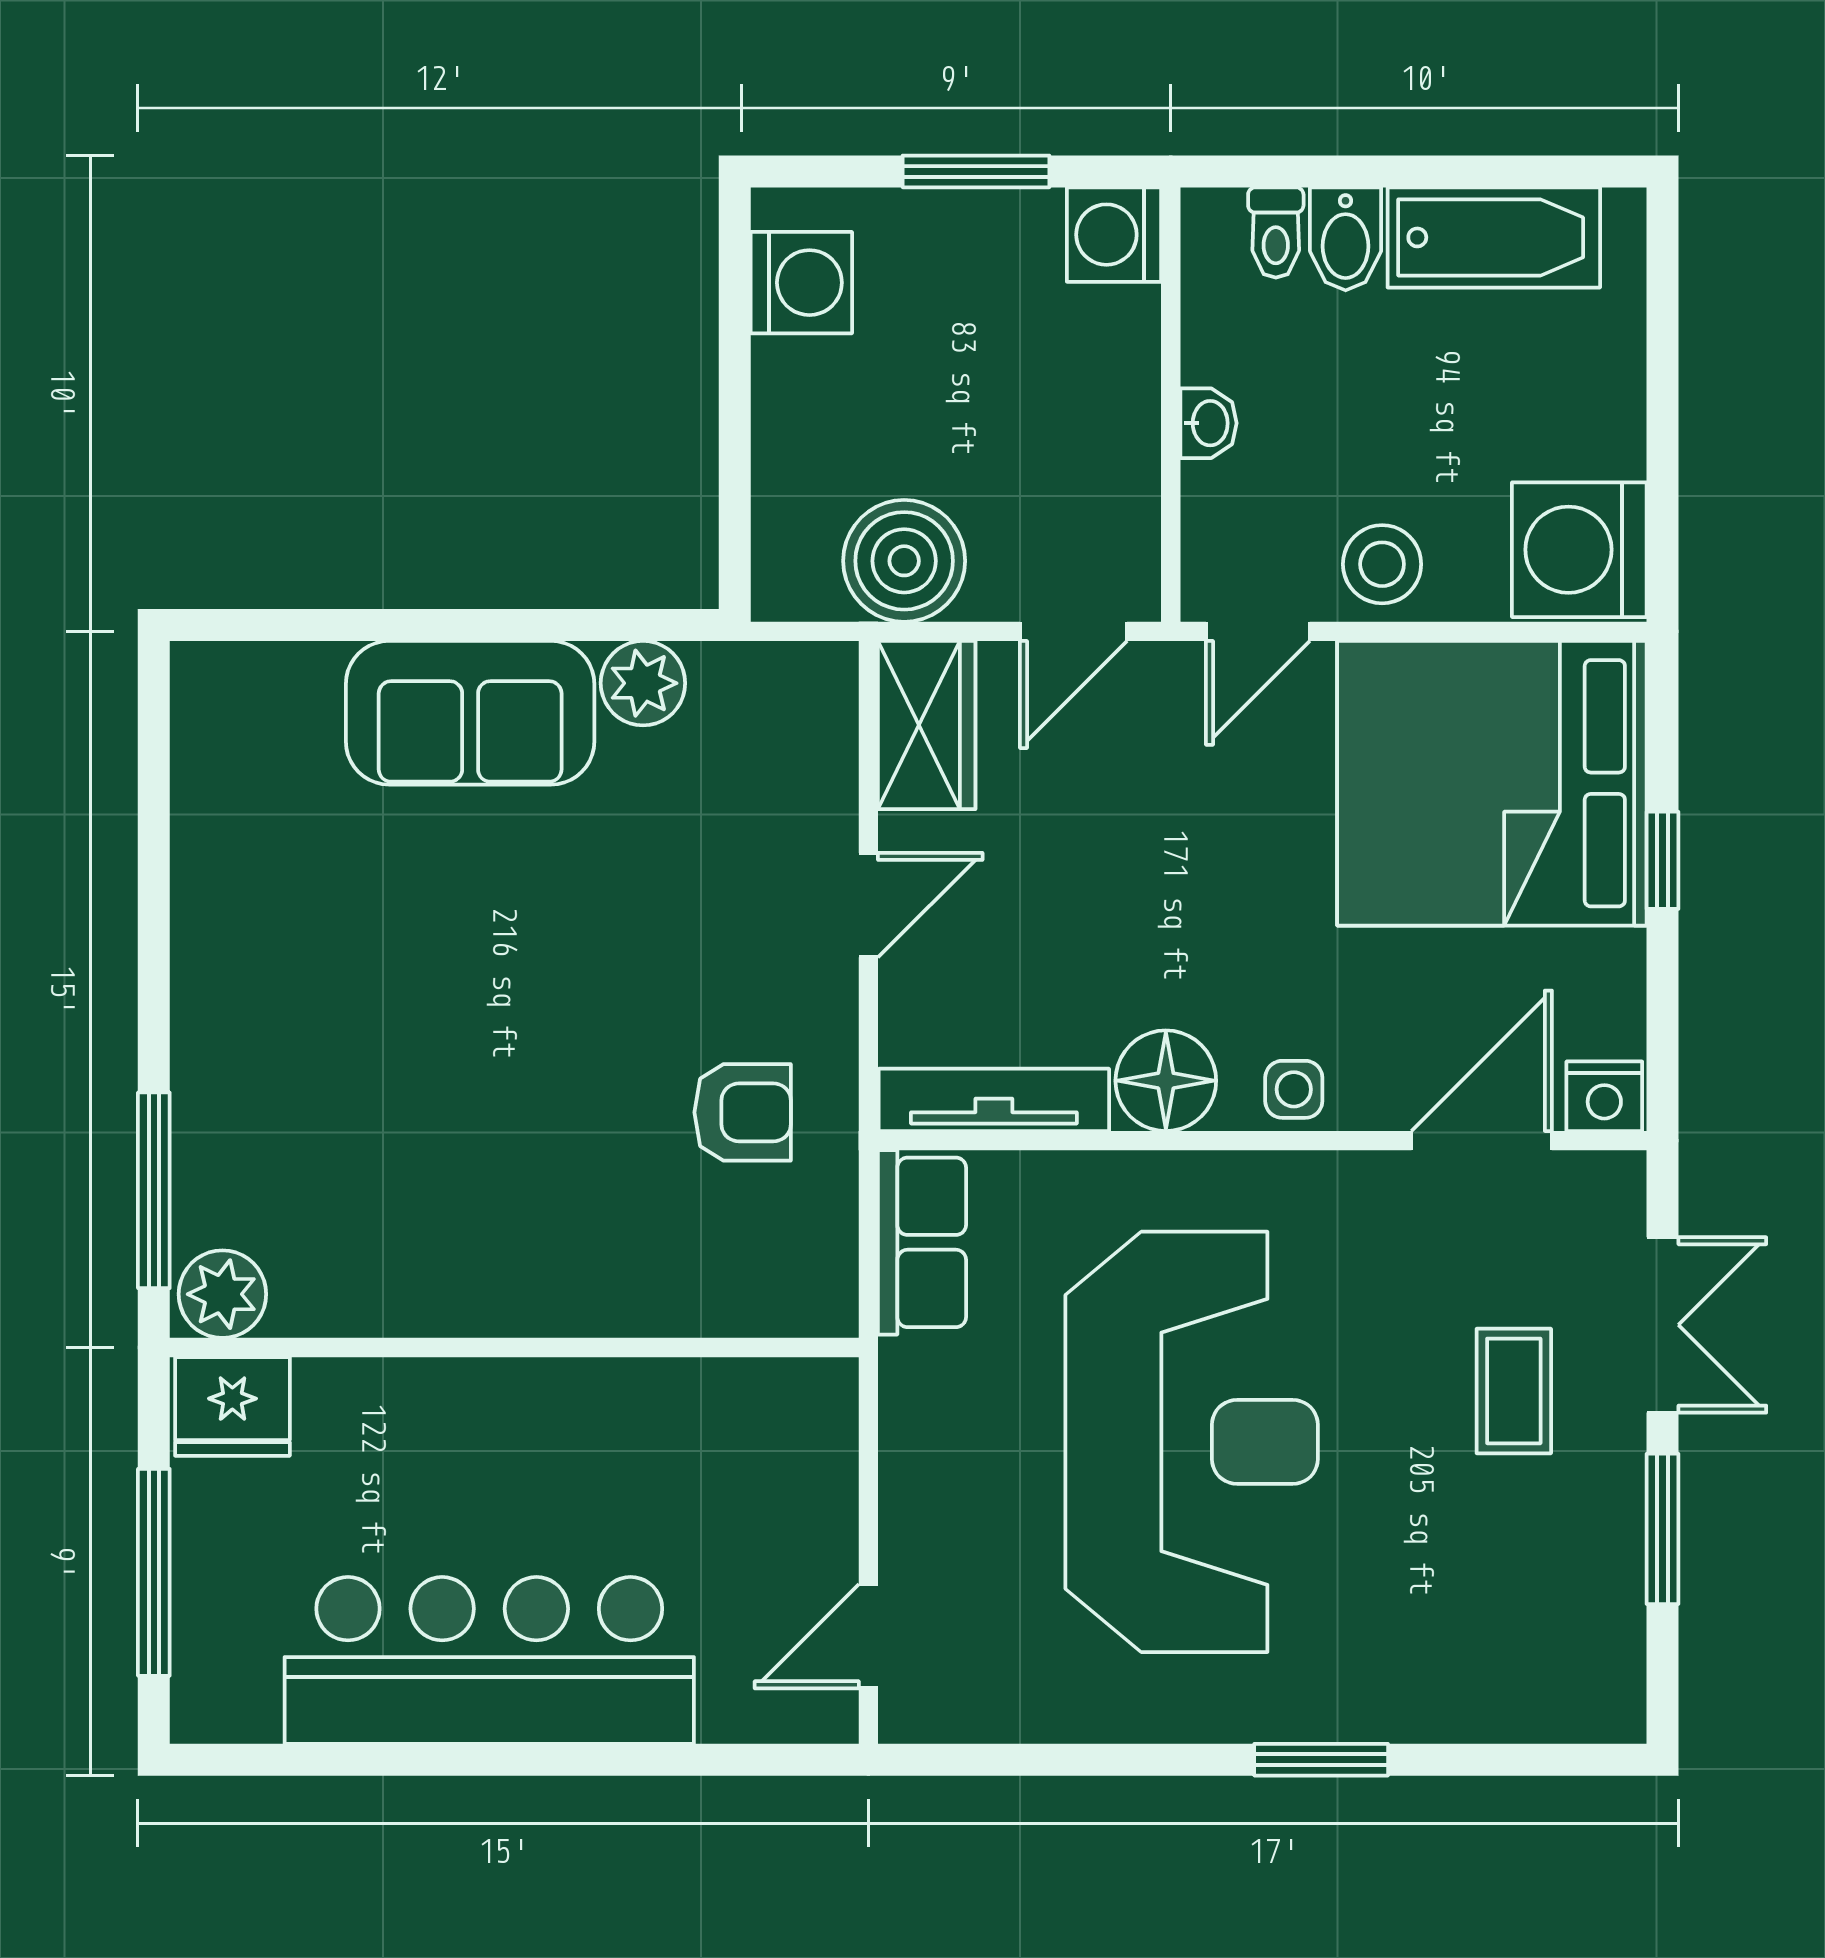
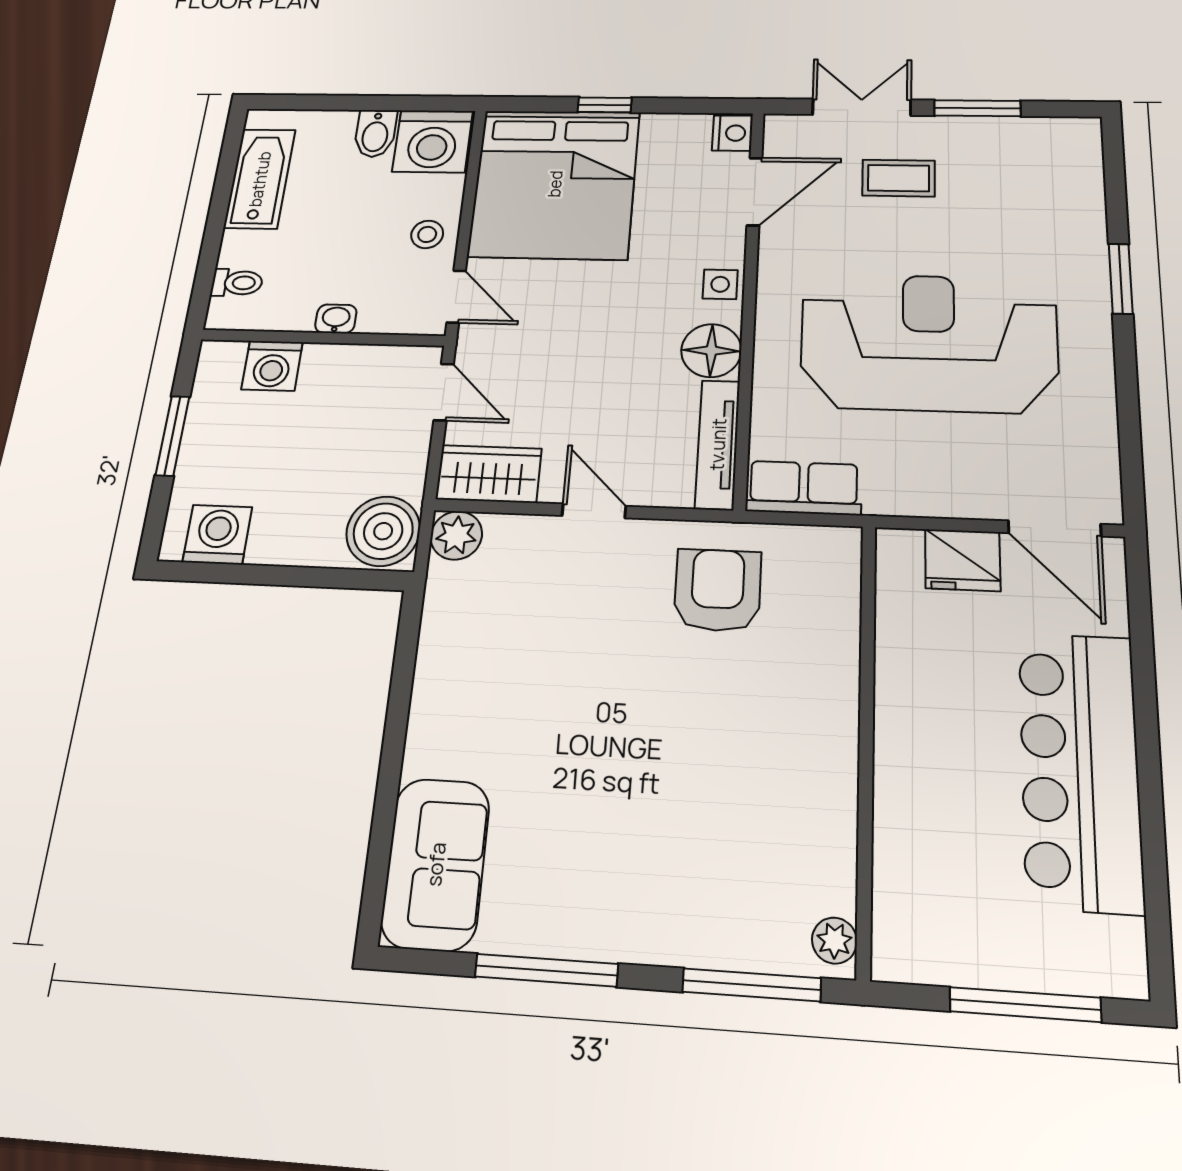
washing machine: (1114, 235) -> (272, 366), moved
bidet: (1346, 239) -> (375, 133), moved, turned 90
boiler: (904, 561) -> (383, 531), moved
stool: (1382, 564) -> (427, 234), width x0.73, depth x0.73
plant: (643, 683) -> (456, 535), moved
sofa: (470, 713) -> (436, 864), moved
window: (154, 894) -> (546, 970), added
armchair: (743, 1112) -> (718, 590), width x1.38, depth x1.38
door: (1482, 1141) -> (754, 192), swing flipped
plant: (222, 1294) -> (834, 941), width x0.73, depth x0.73
fridge: (232, 1406) -> (963, 560), moved, turned 90
door: (868, 1636) -> (1055, 528), width x1.37

